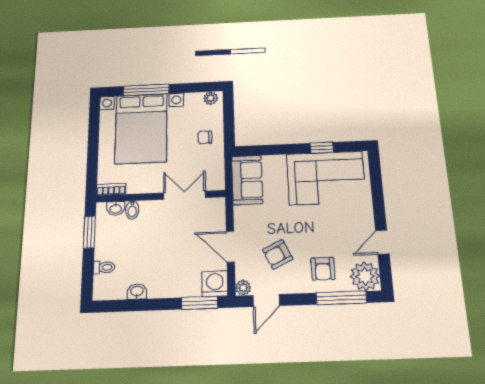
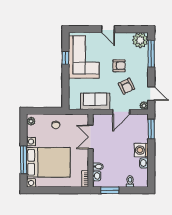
sofa: (247, 180) -> (95, 101), moved
door: (382, 242) -> (108, 29), moved
armchair: (323, 269) -> (119, 66), moved
washing machine: (215, 284) -> (141, 150), moved

